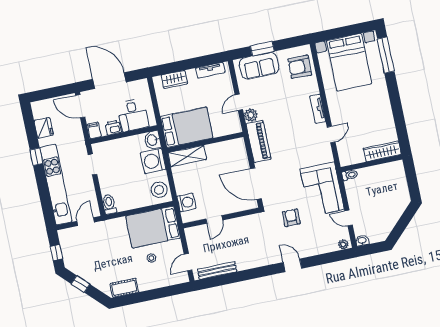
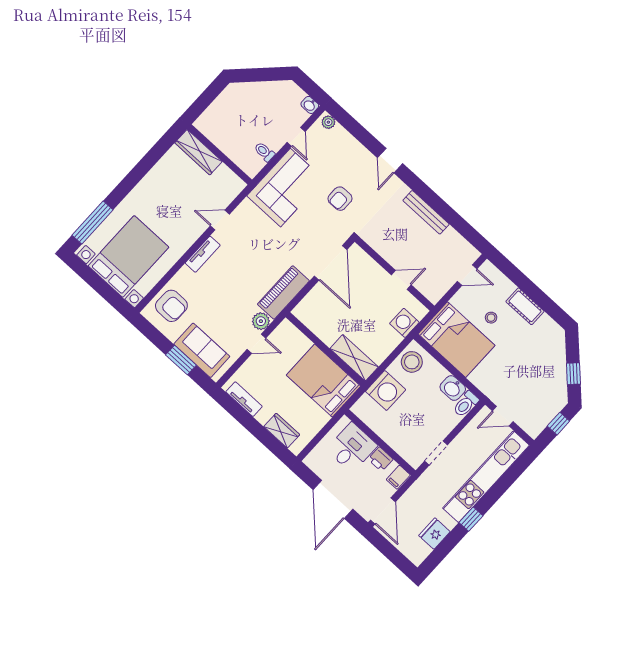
washbasin: (152, 140) -> (453, 388), moved, turned 90
toilet: (350, 175) -> (264, 152), moved
bench: (217, 270) -> (426, 212), moved
cot: (124, 288) -> (525, 306), moved

